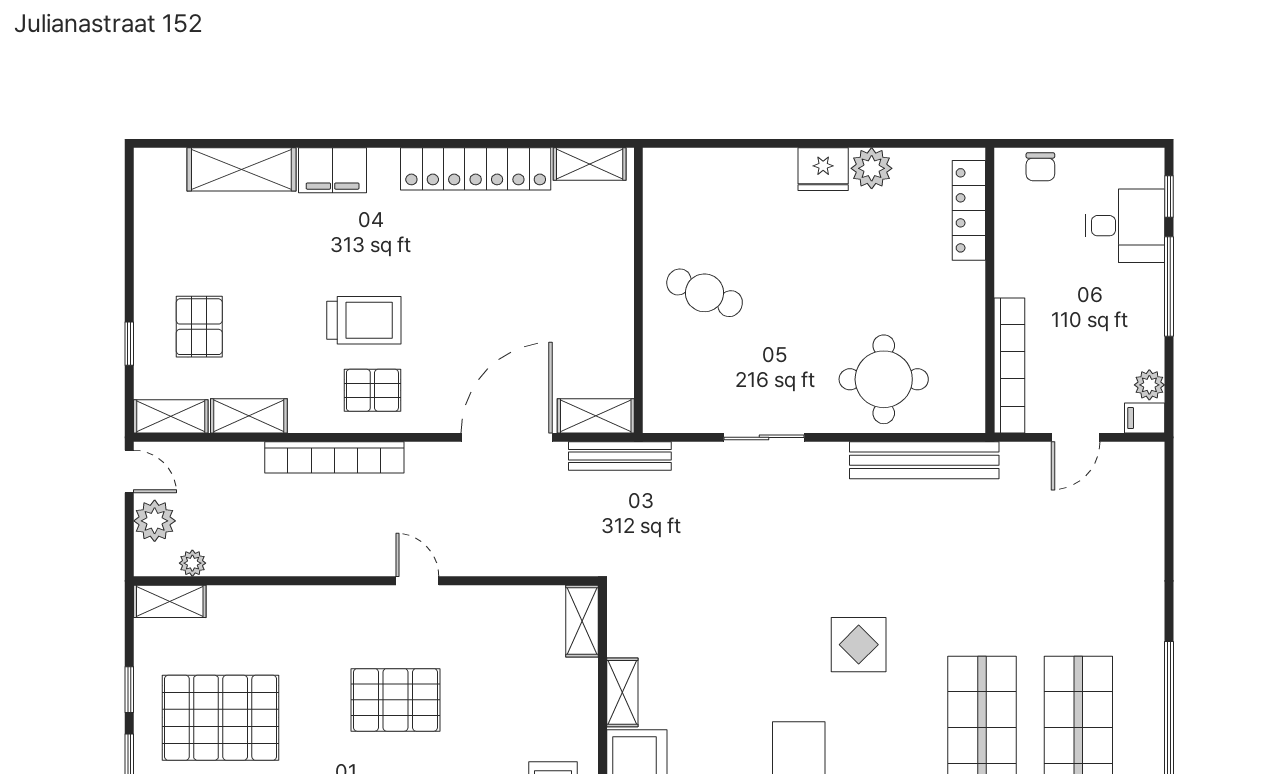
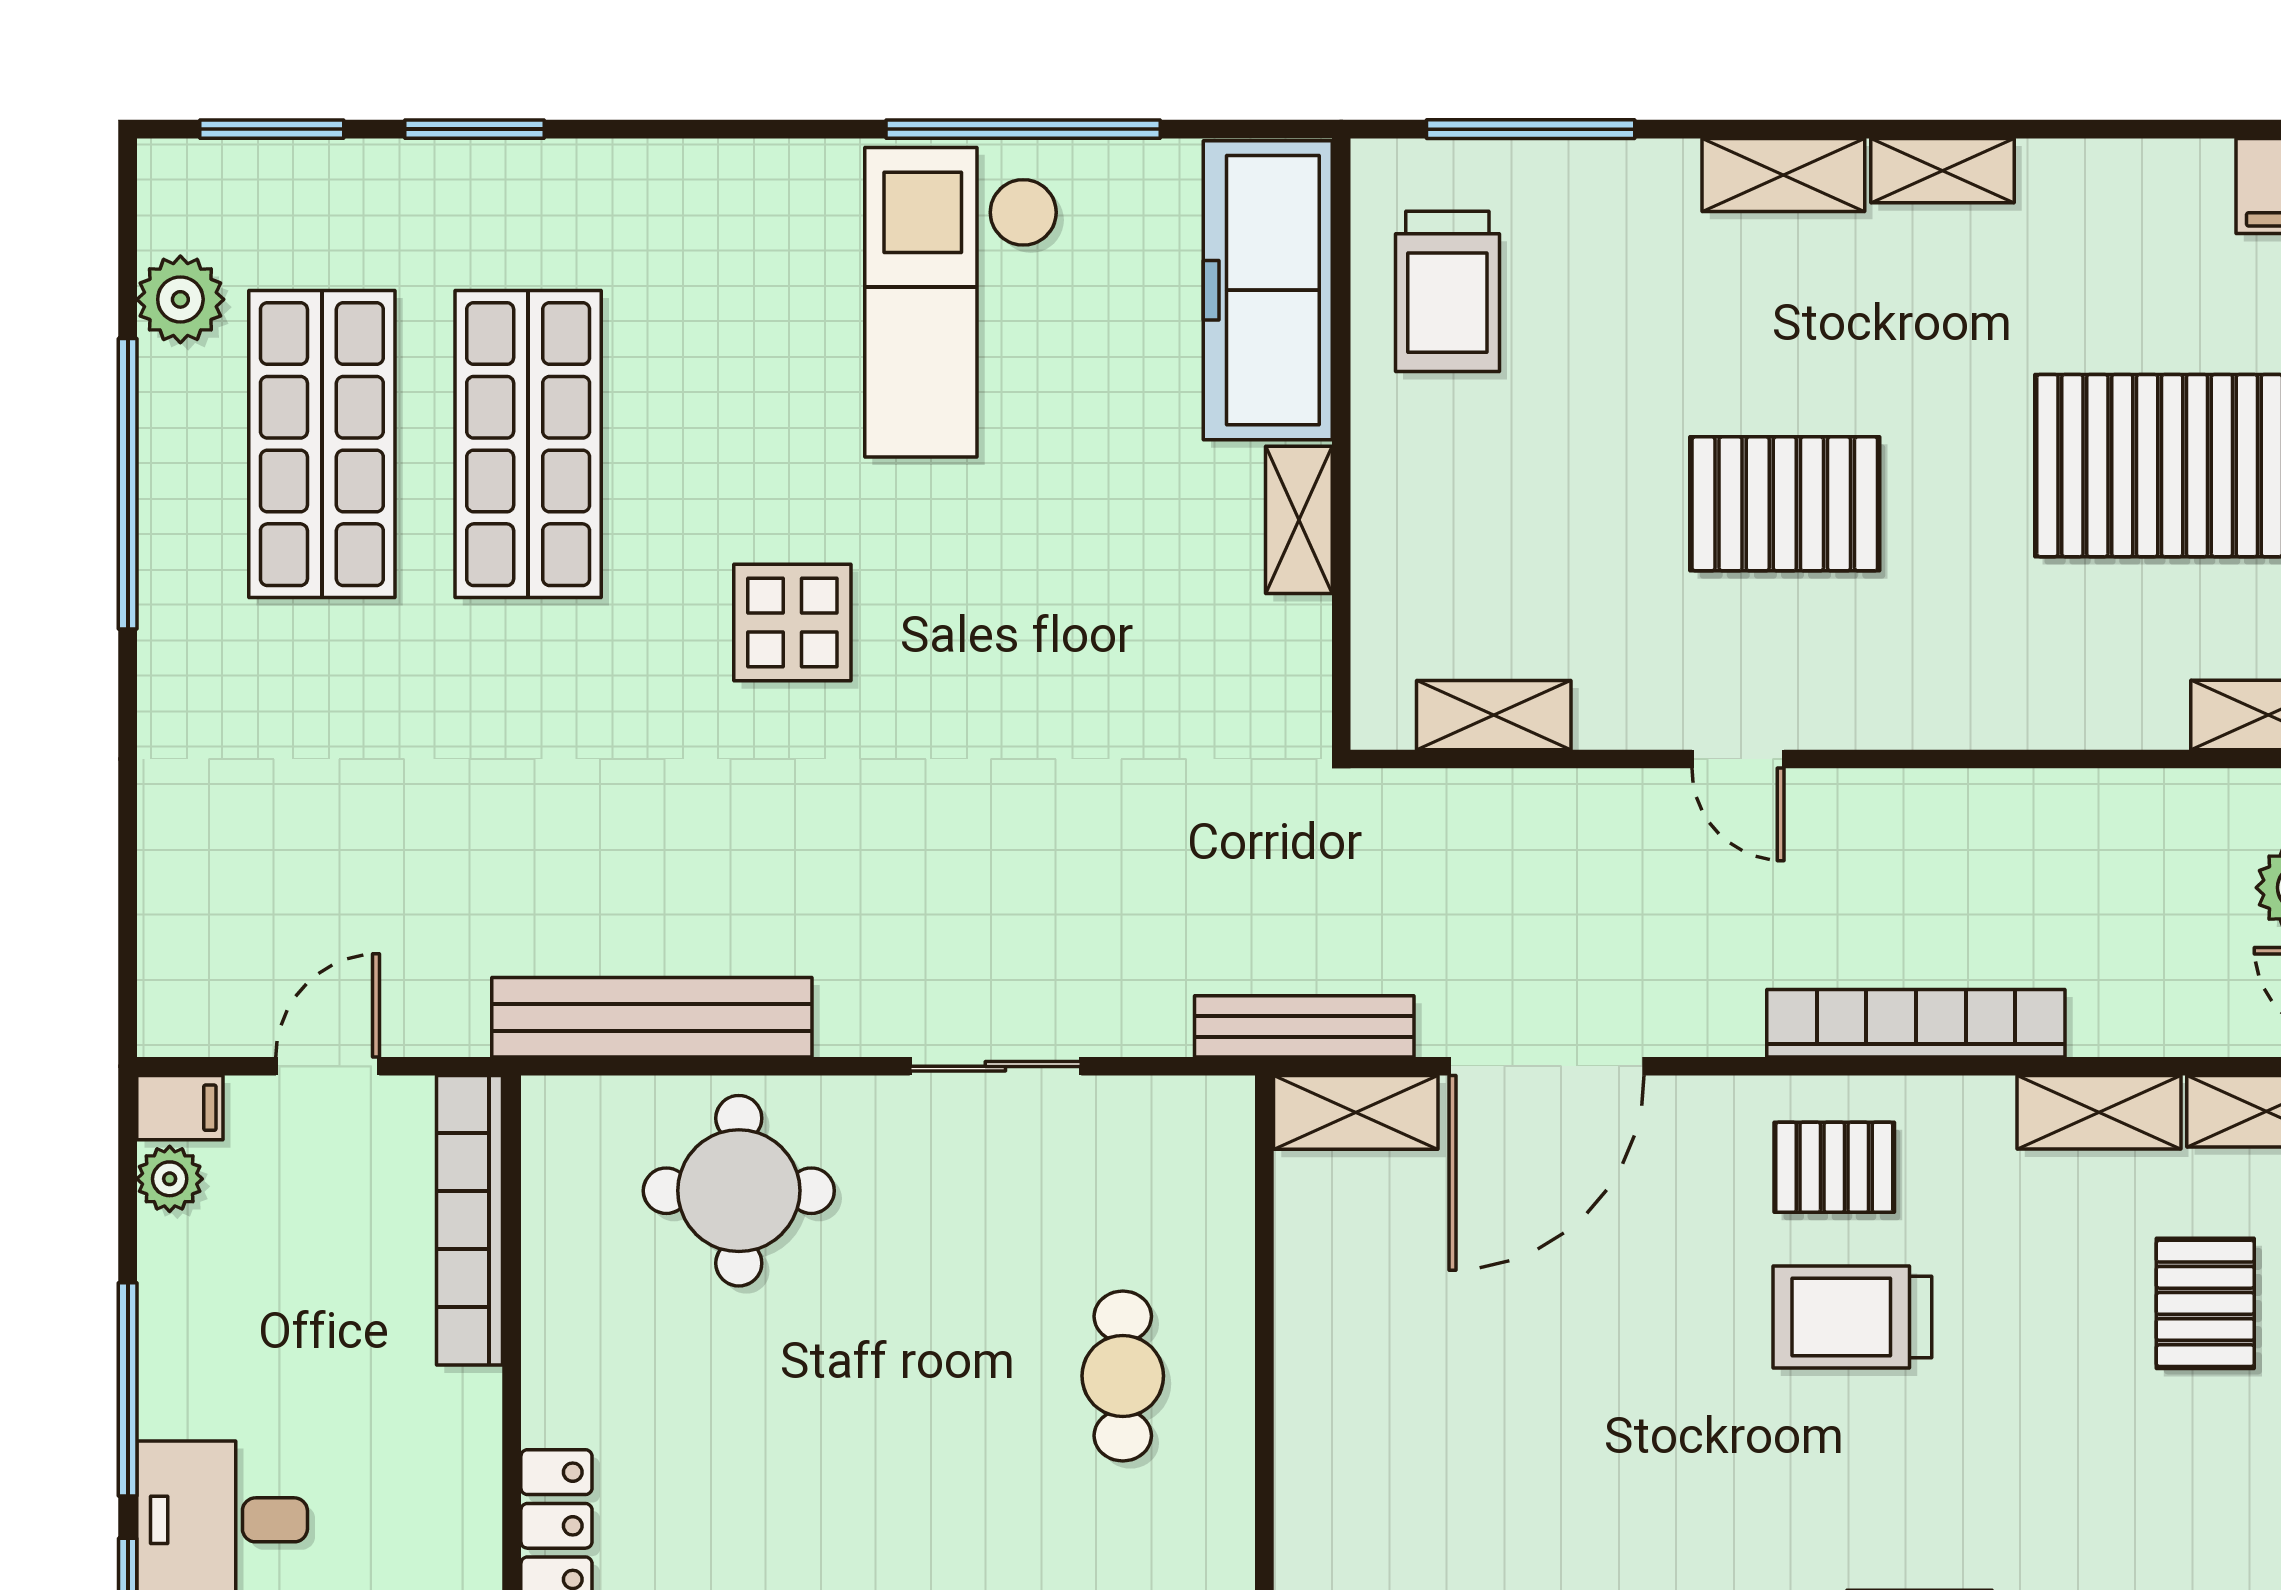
cafe table: (705, 293) -> (1123, 1376), turned 67
plant: (192, 563) -> (2220, 797), removed
shelving: (582, 621) -> (1494, 715), moved, turned 90

